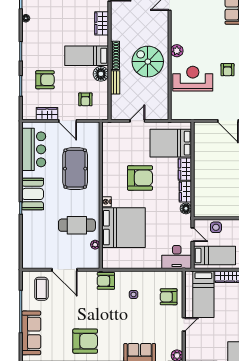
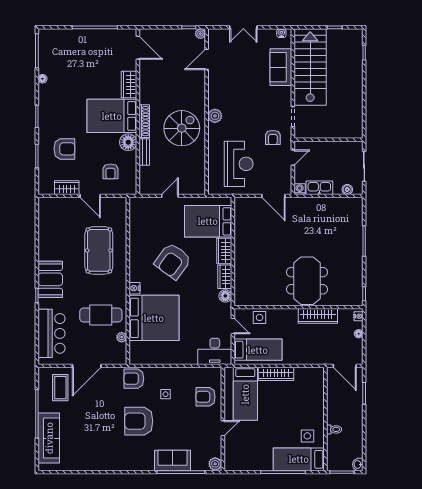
bed: (87, 56) -> (112, 116), width x1.50
spiral stairs: (148, 62) -> (182, 128), turned 90
reception desk: (193, 79) -> (239, 164), moved, turned 90
bar counter: (34, 149) -> (52, 333), moved
armchair: (140, 178) -> (173, 261), turned 126
door: (64, 270) -> (87, 366), hinge flipped
armchair: (85, 341) -> (139, 421), moved, turned 180

